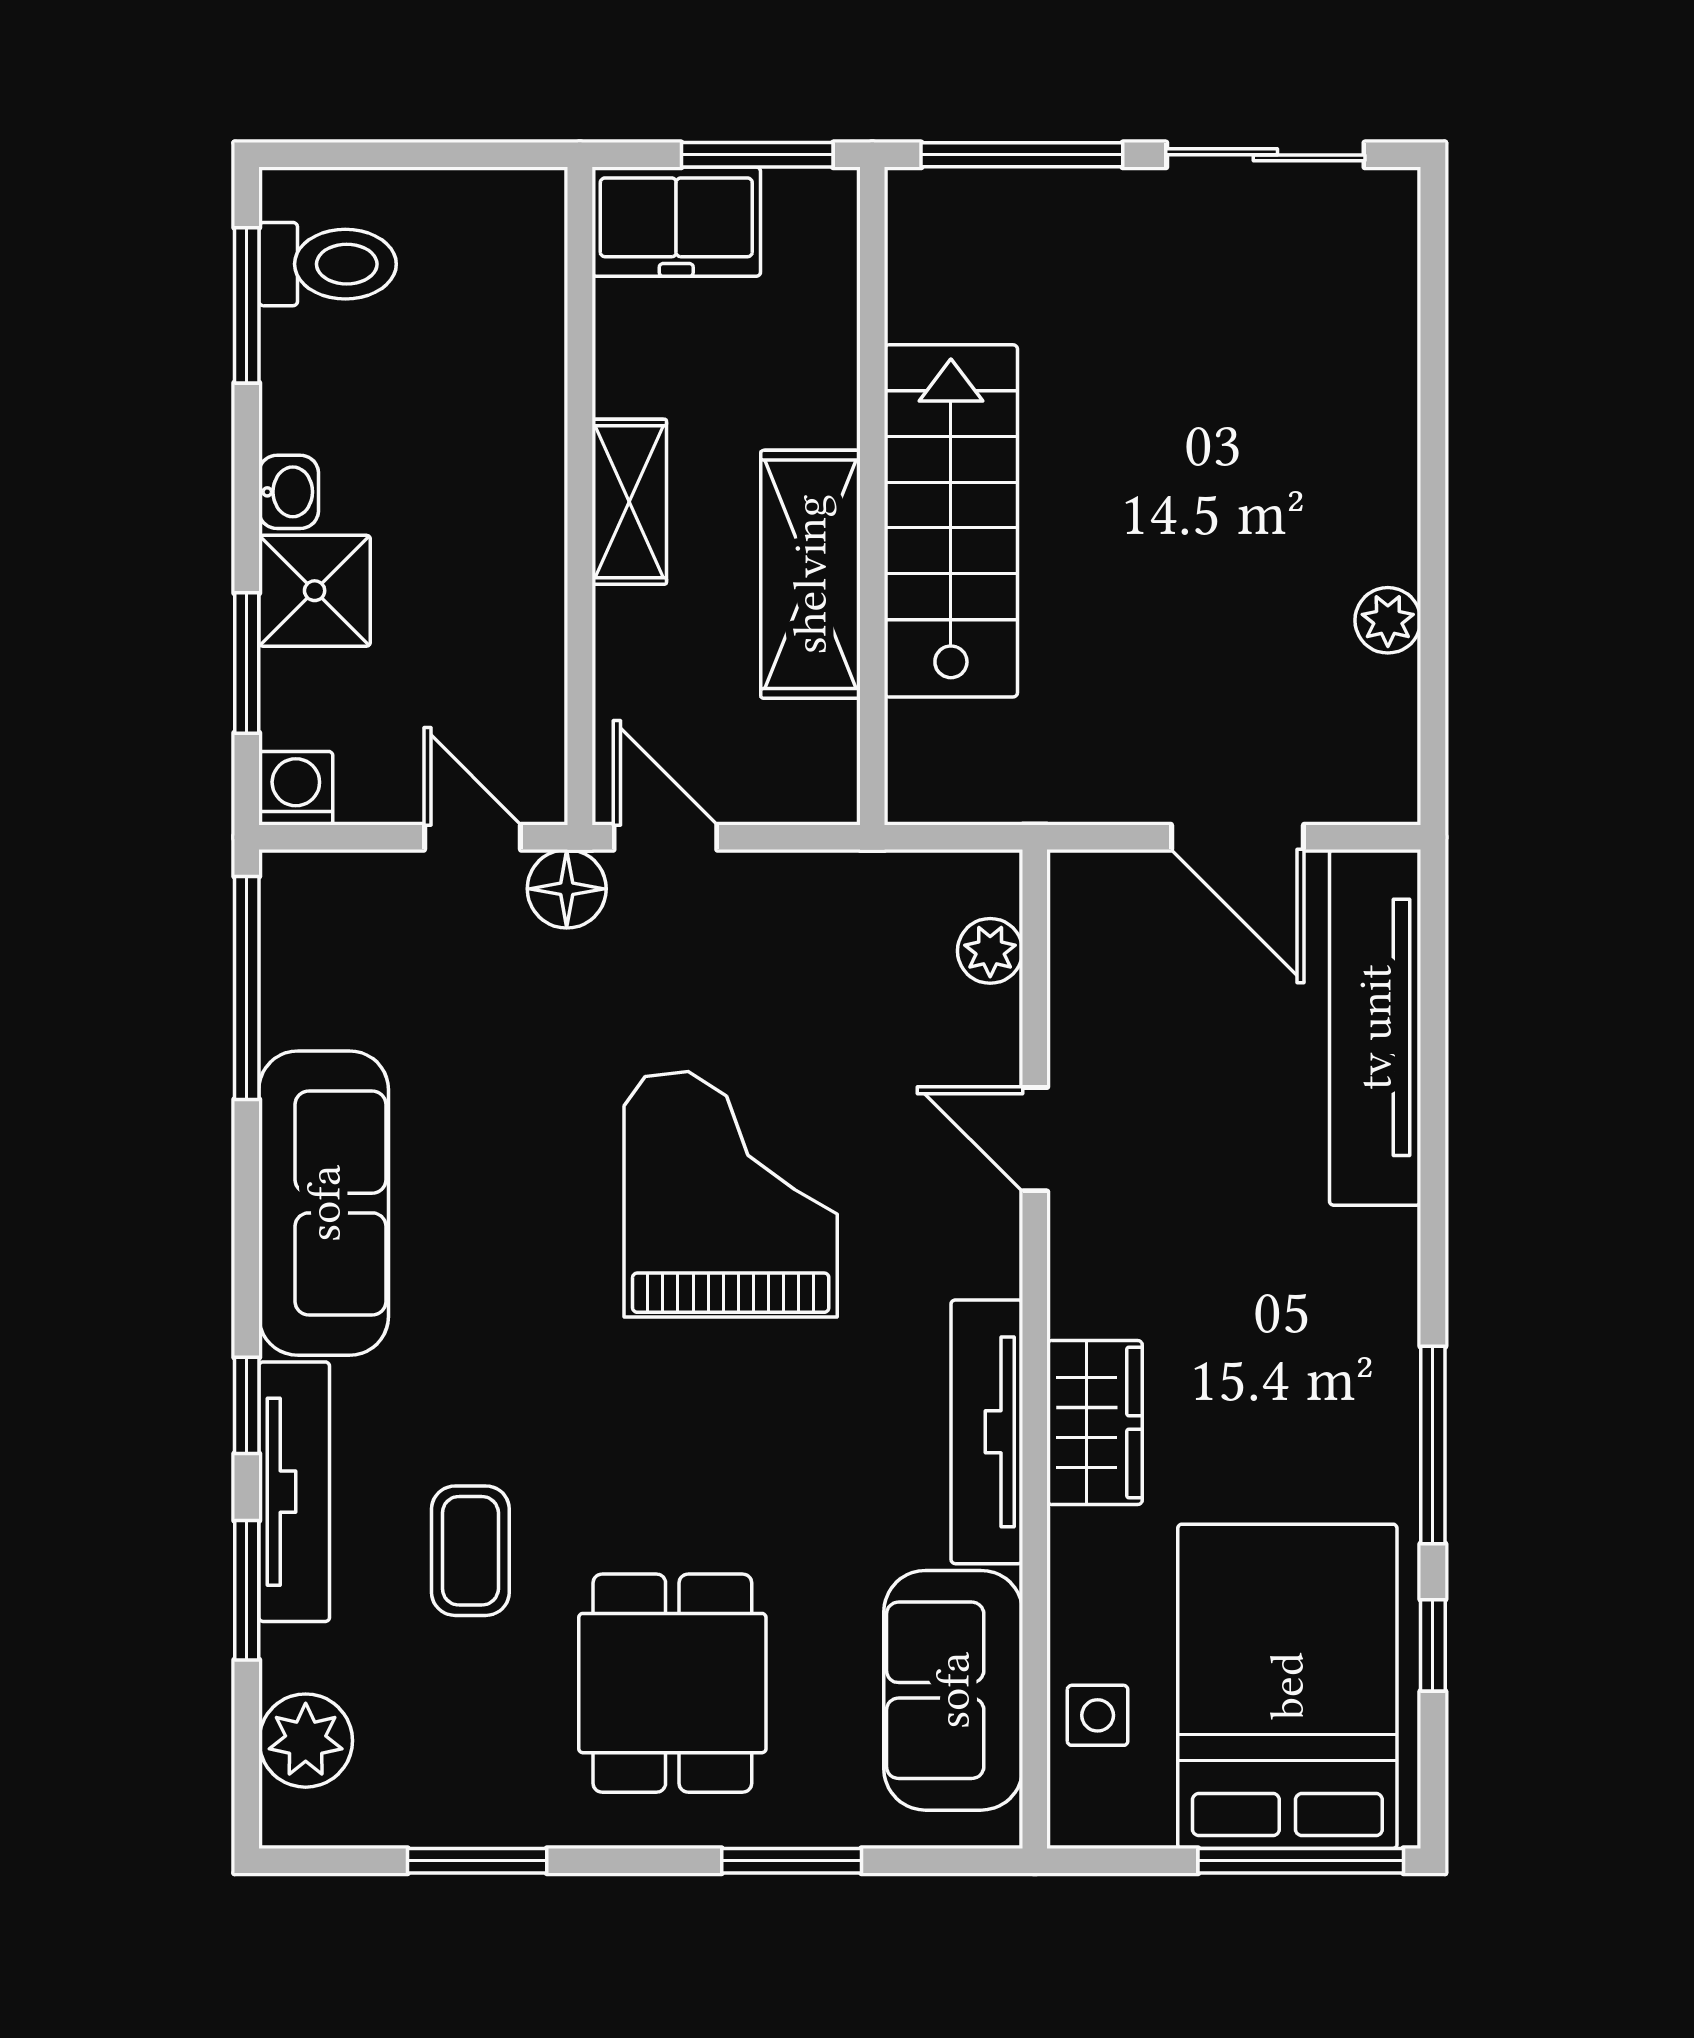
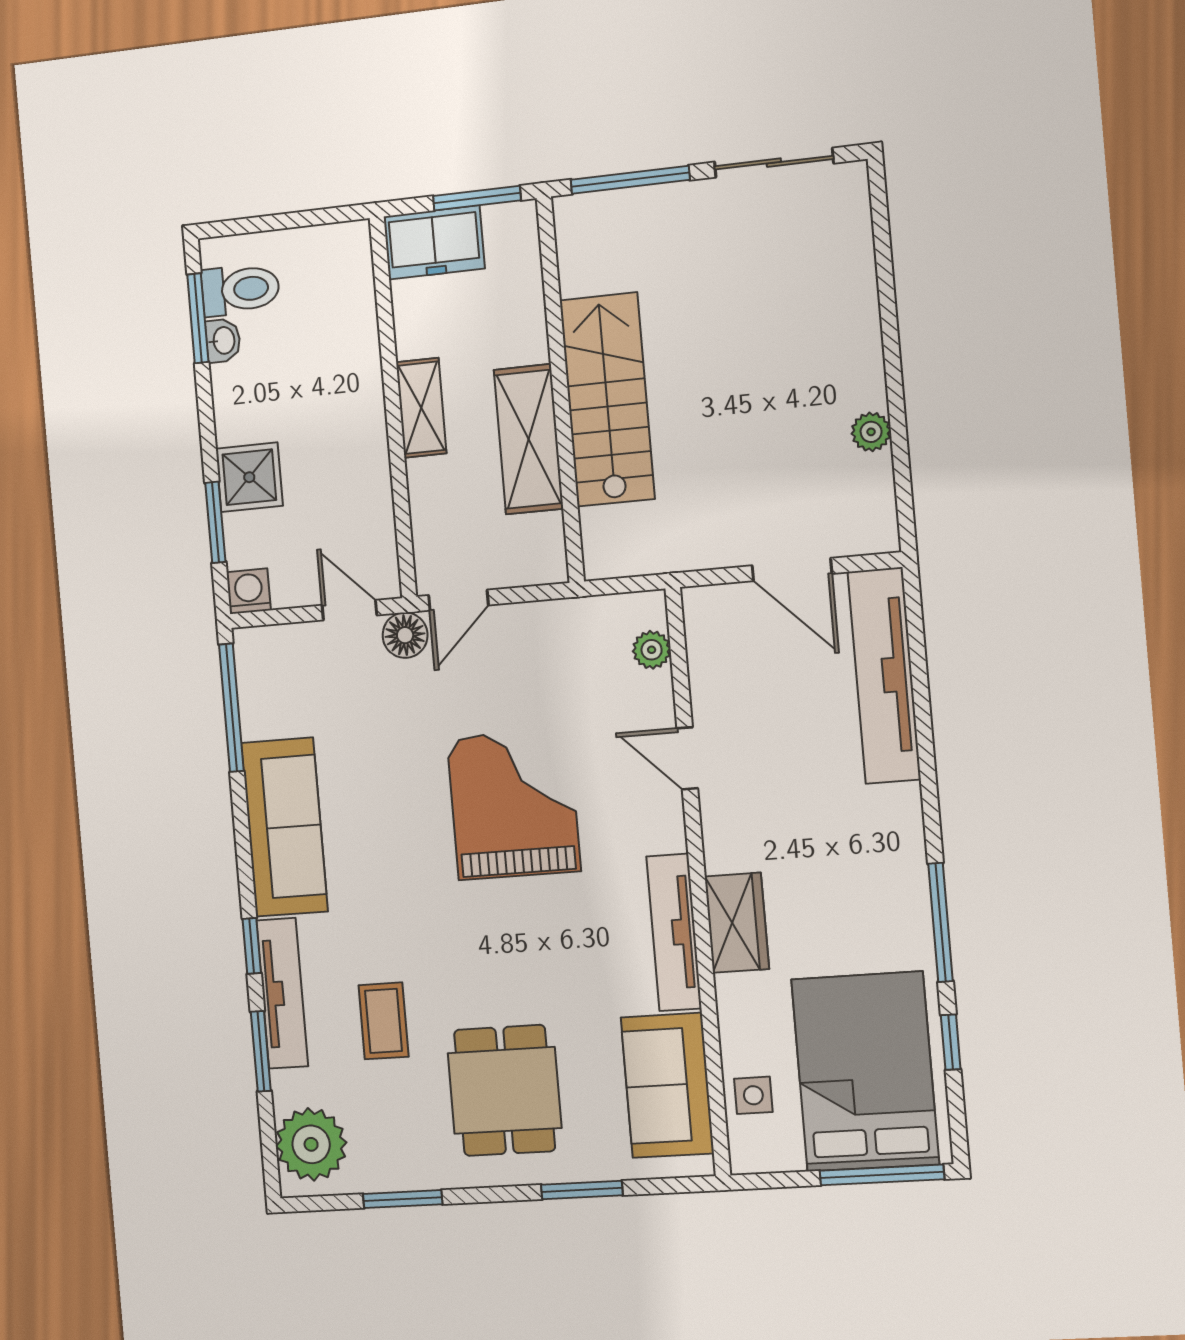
washbasin: (289, 492) -> (223, 341), moved
door: (665, 837) -> (459, 600), swing flipped
plant: (306, 1741) -> (311, 1144), width x1.36, depth x1.36

